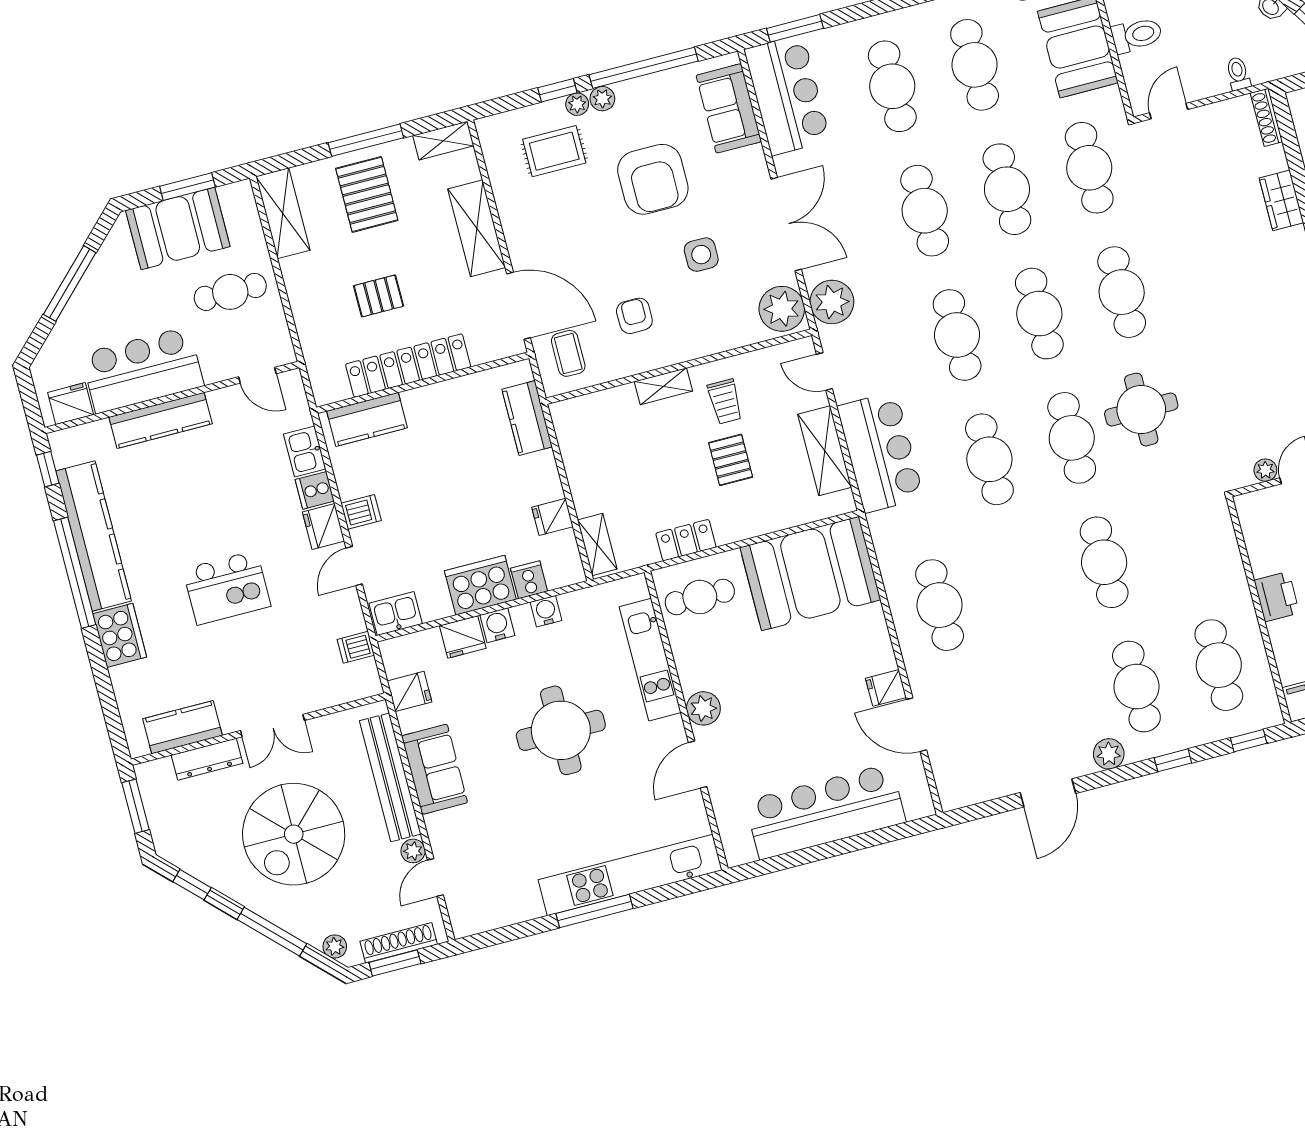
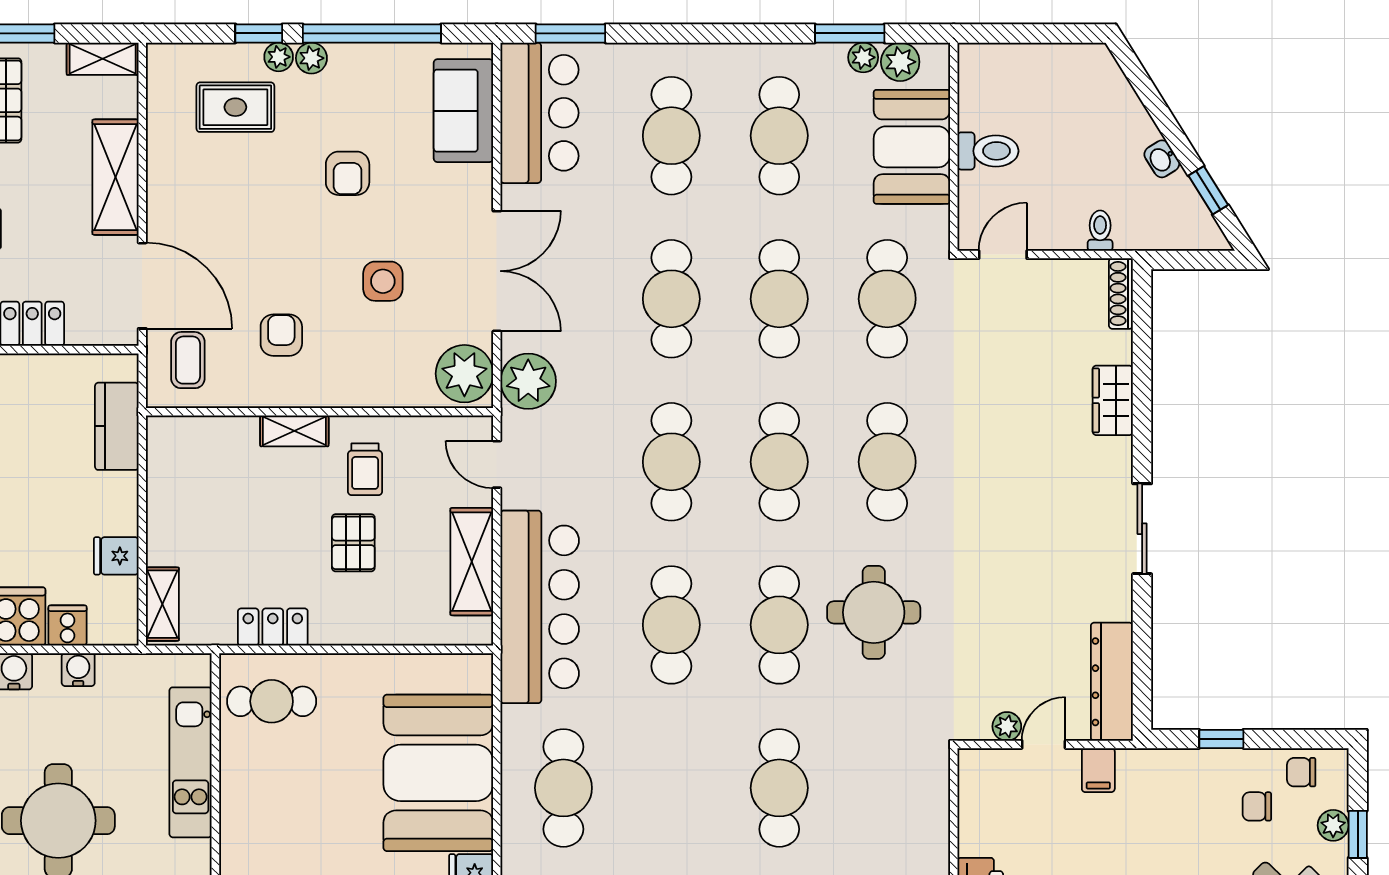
armchair: (653, 179) -> (348, 173), width x0.53, depth x0.53
bar counter: (880, 452) -> (540, 607), width x1.36
booth: (810, 574) -> (438, 773), moved, turned 90
plant: (703, 708) -> (240, 839), removed

